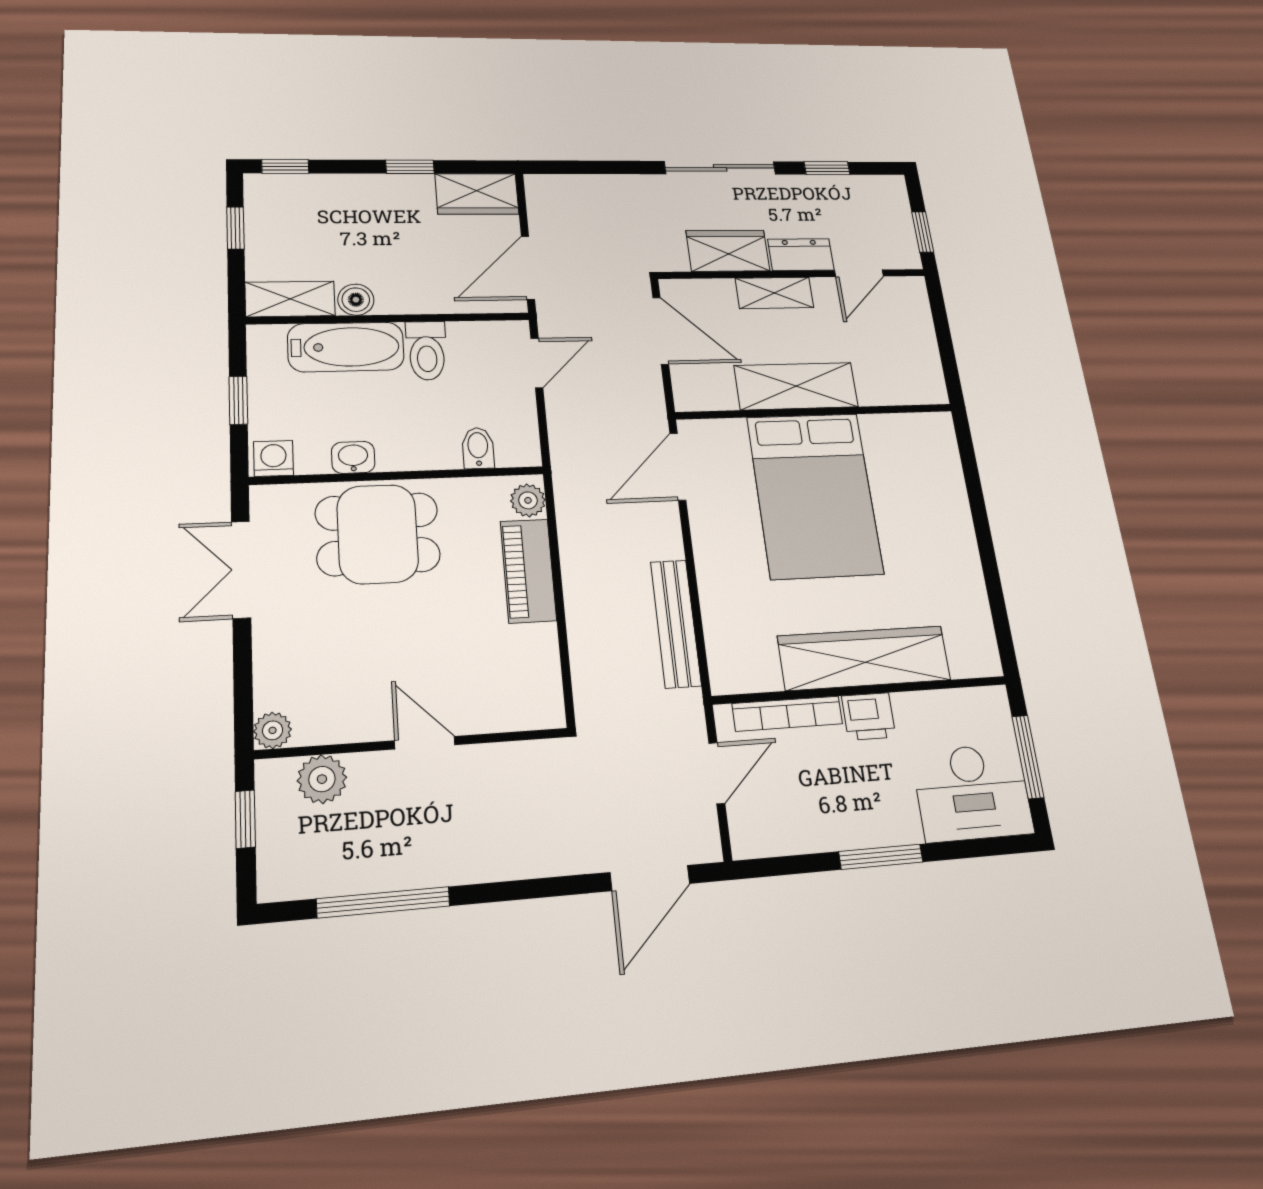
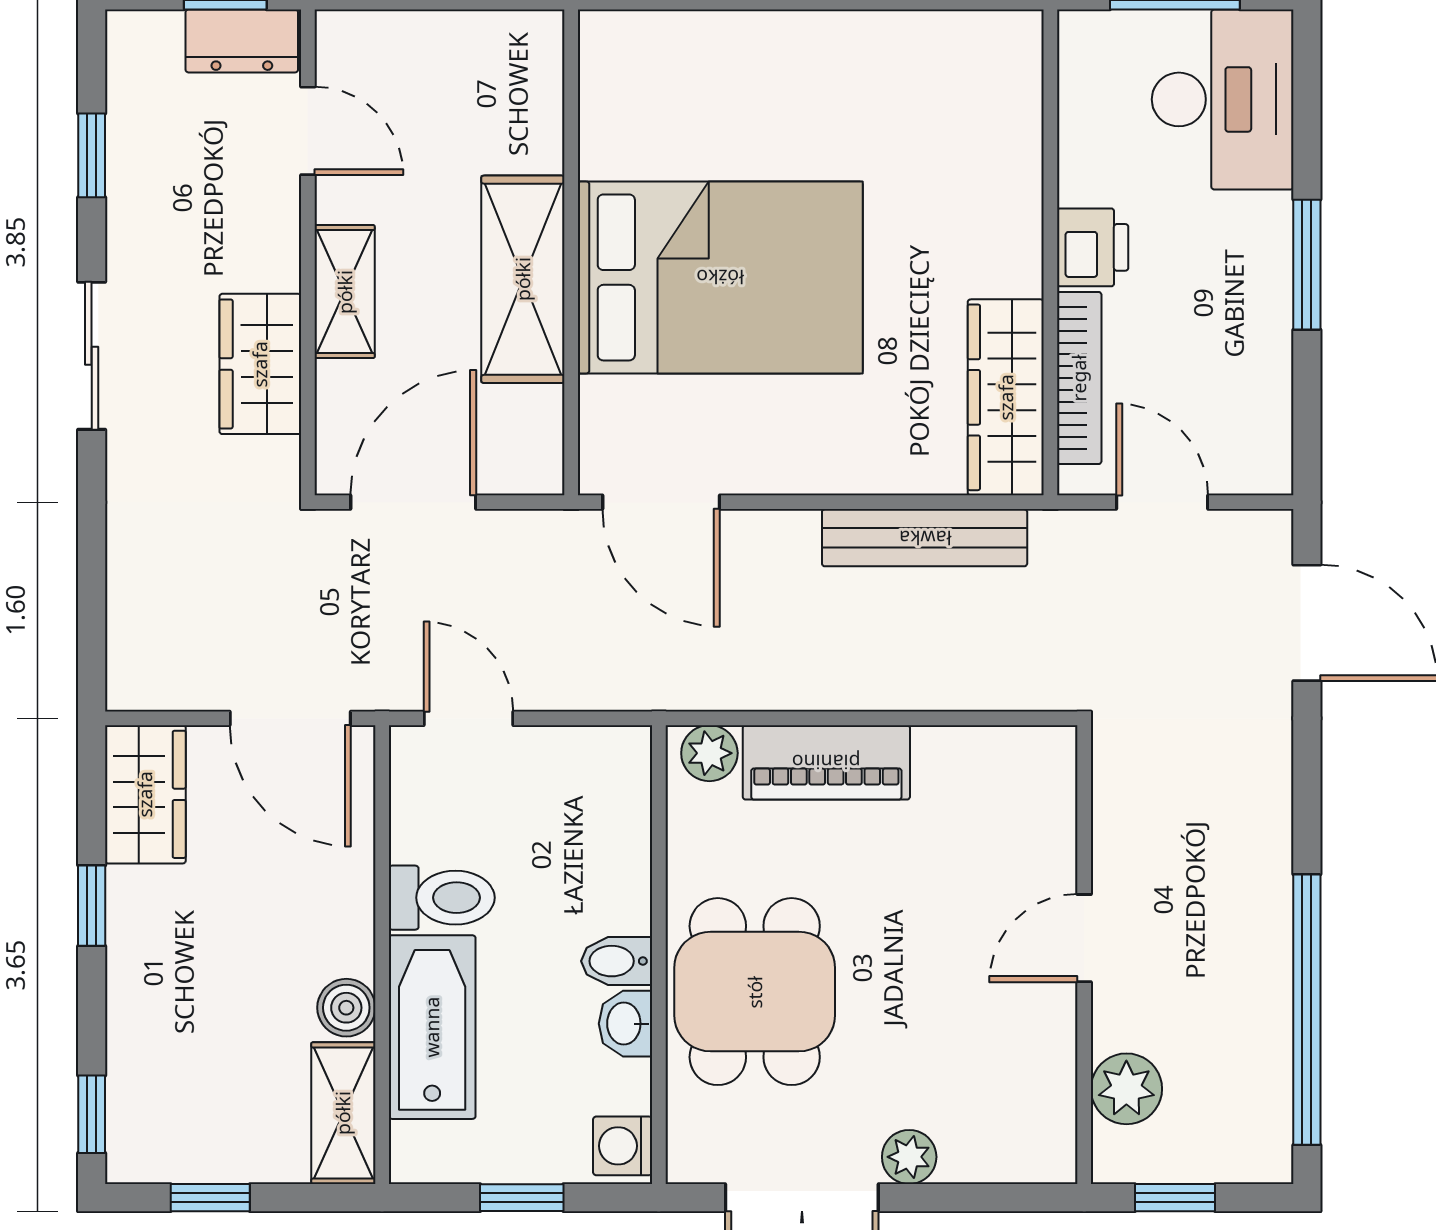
sliding door: (720, 168) -> (92, 356), width x0.73
dresser: (801, 255) -> (242, 41), moved, turned -90
bidet: (478, 448) -> (617, 961), moved
wardrobe: (864, 658) -> (1006, 397), moved, width x0.71, depth x0.85
plant: (273, 730) -> (909, 1157), moved
window: (383, 902) -> (1307, 1010), width x1.46

